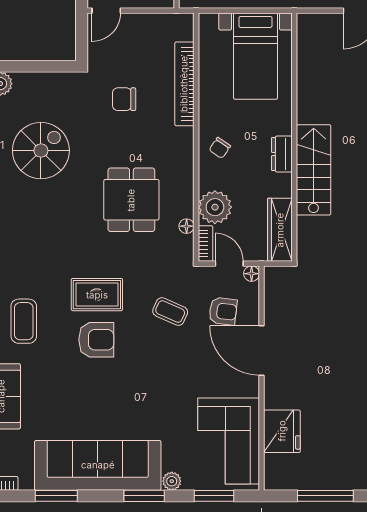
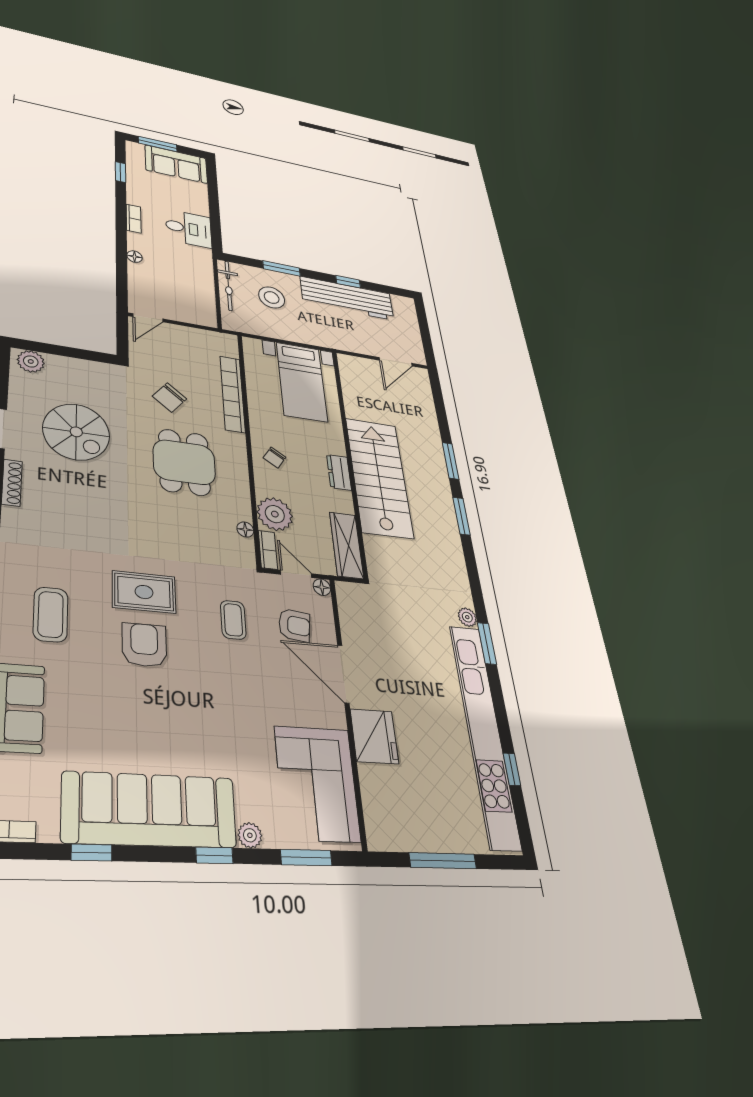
chair: (124, 99) -> (169, 398), turned -50
spiral stairs: (41, 151) -> (76, 432), turned 90
stairs: (314, 170) -> (379, 477), width x1.36, depth x1.51
dining table: (131, 200) -> (184, 462), moved
coffee table: (170, 312) -> (233, 620), turned 66
armchair: (96, 340) -> (144, 645), turned -90
fridge: (282, 431) -> (374, 736), moved
window: (56, 496) -> (92, 853), width x0.67
window: (144, 496) -> (214, 855), width x0.67

